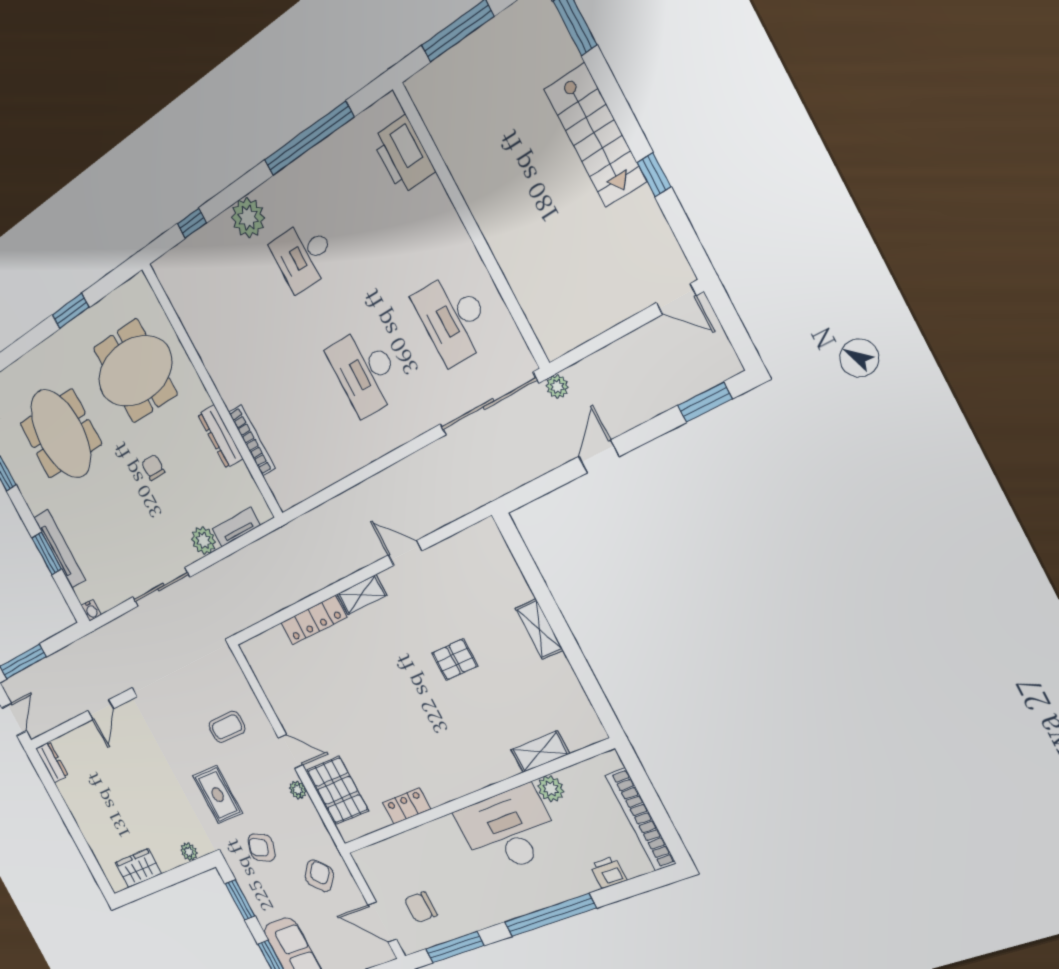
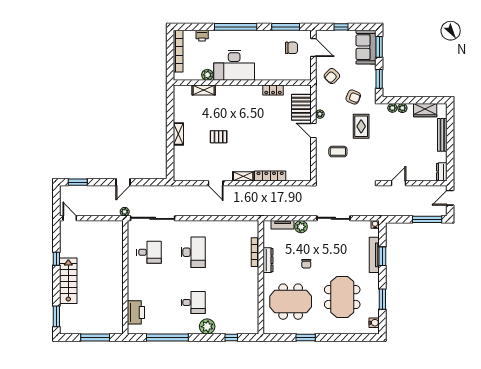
desk: (453, 318) -> (149, 252), width x0.73
bench: (89, 832) -> (442, 135), added
plant: (174, 858) -> (402, 108), added

